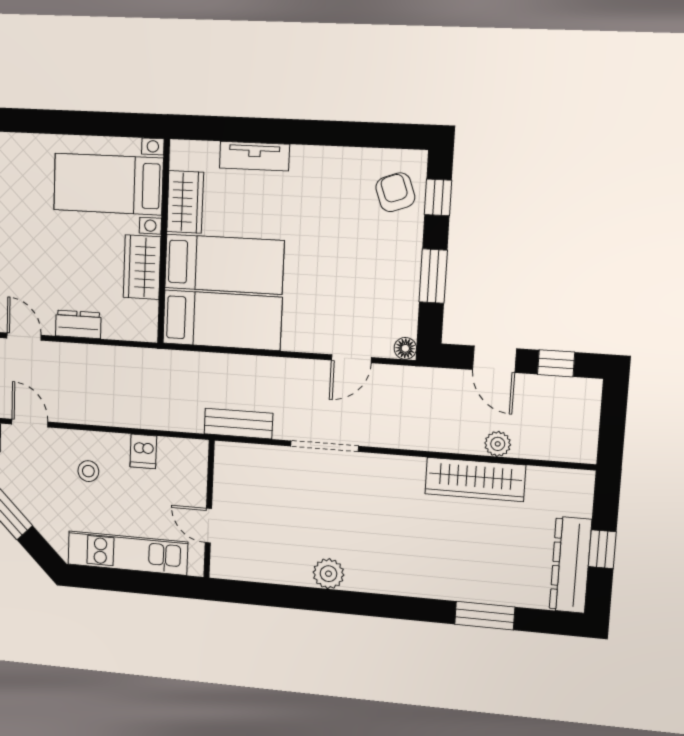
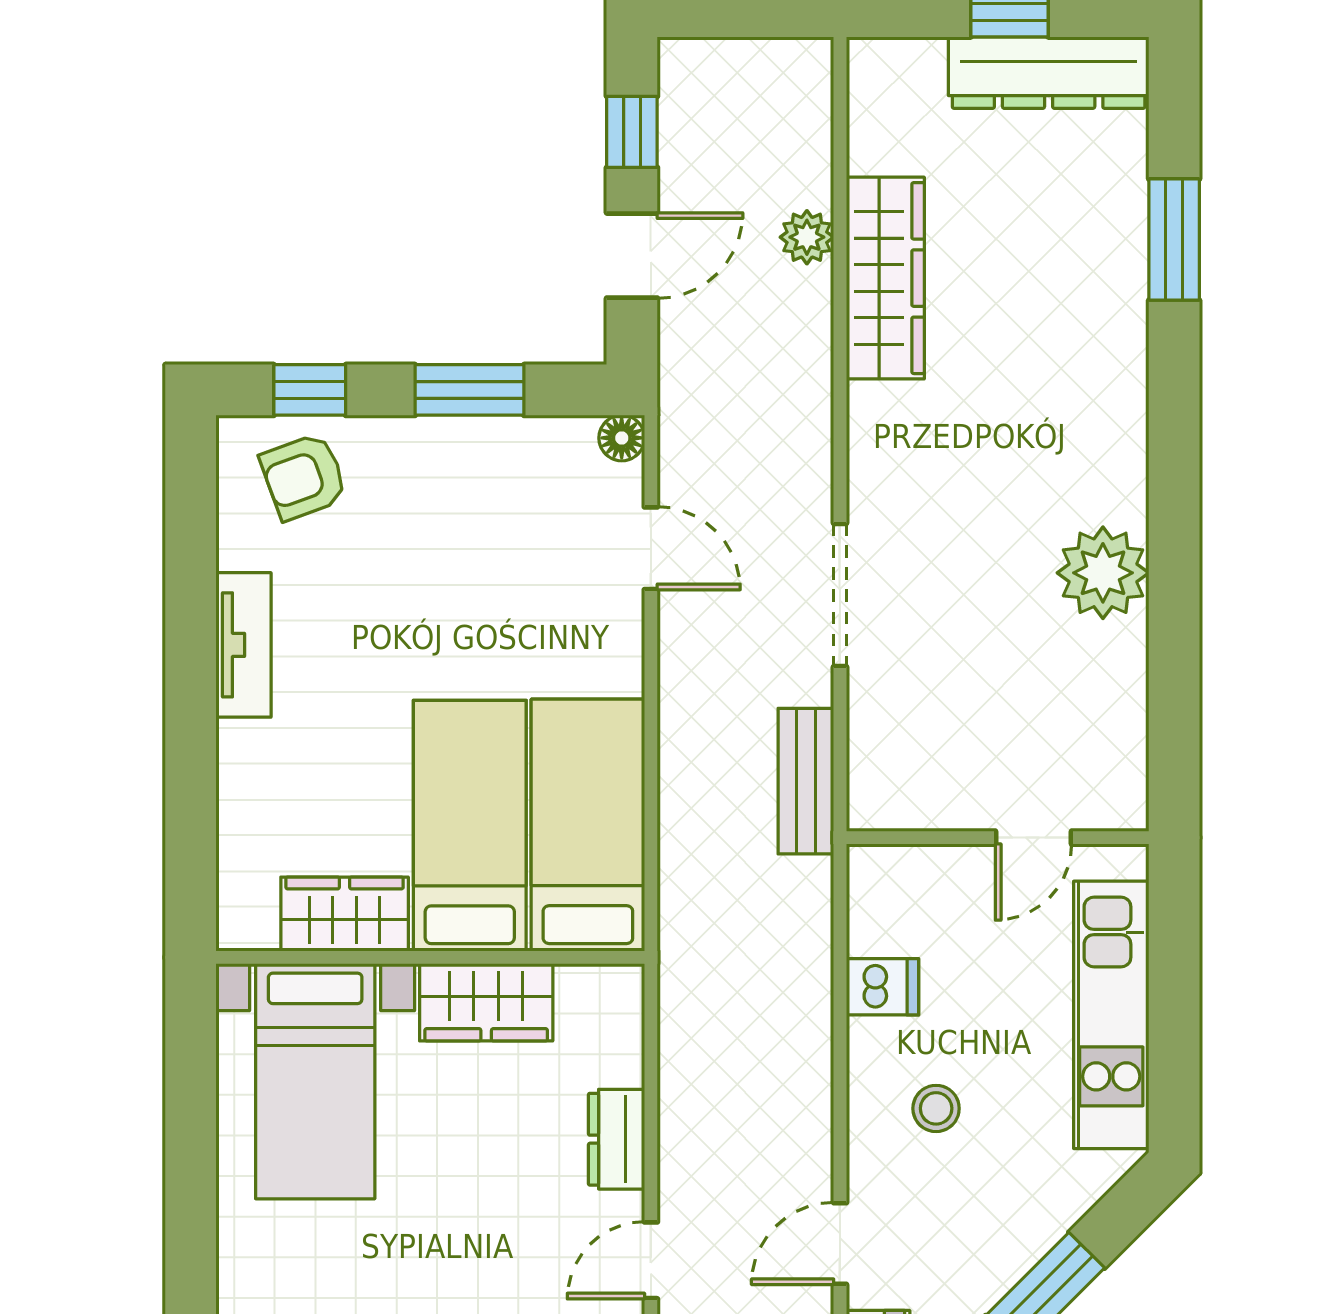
tv unit: (254, 156) -> (243, 645), moved
plant: (329, 574) -> (1103, 573), width x1.36, depth x1.36

